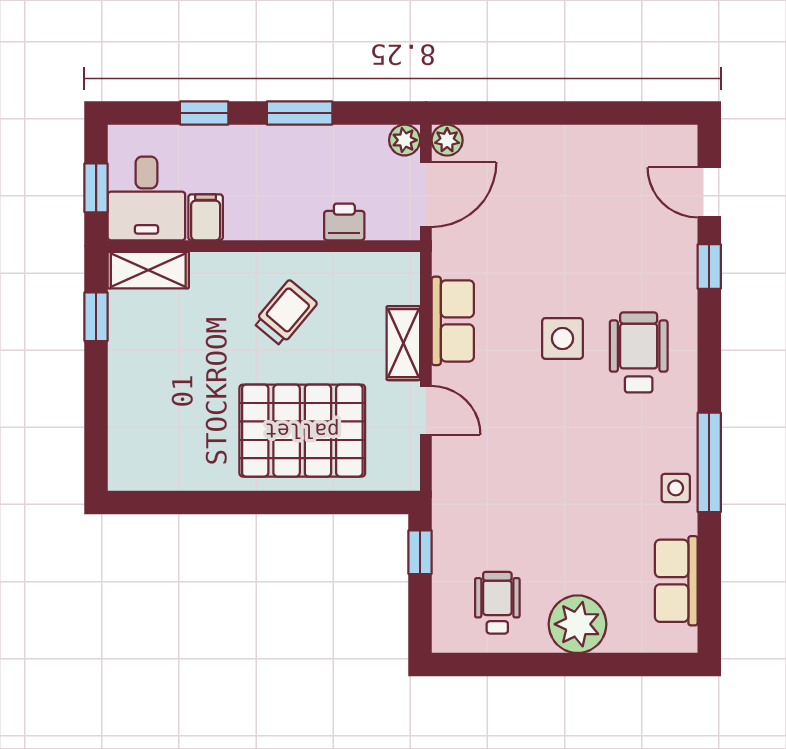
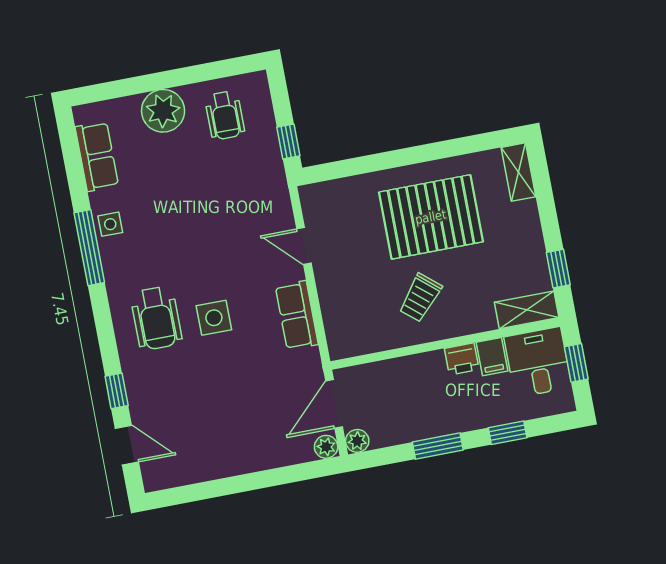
printer: (344, 222) -> (462, 359), moved
shelving: (403, 343) -> (518, 172), moved
pallet: (302, 431) -> (431, 217), moved

